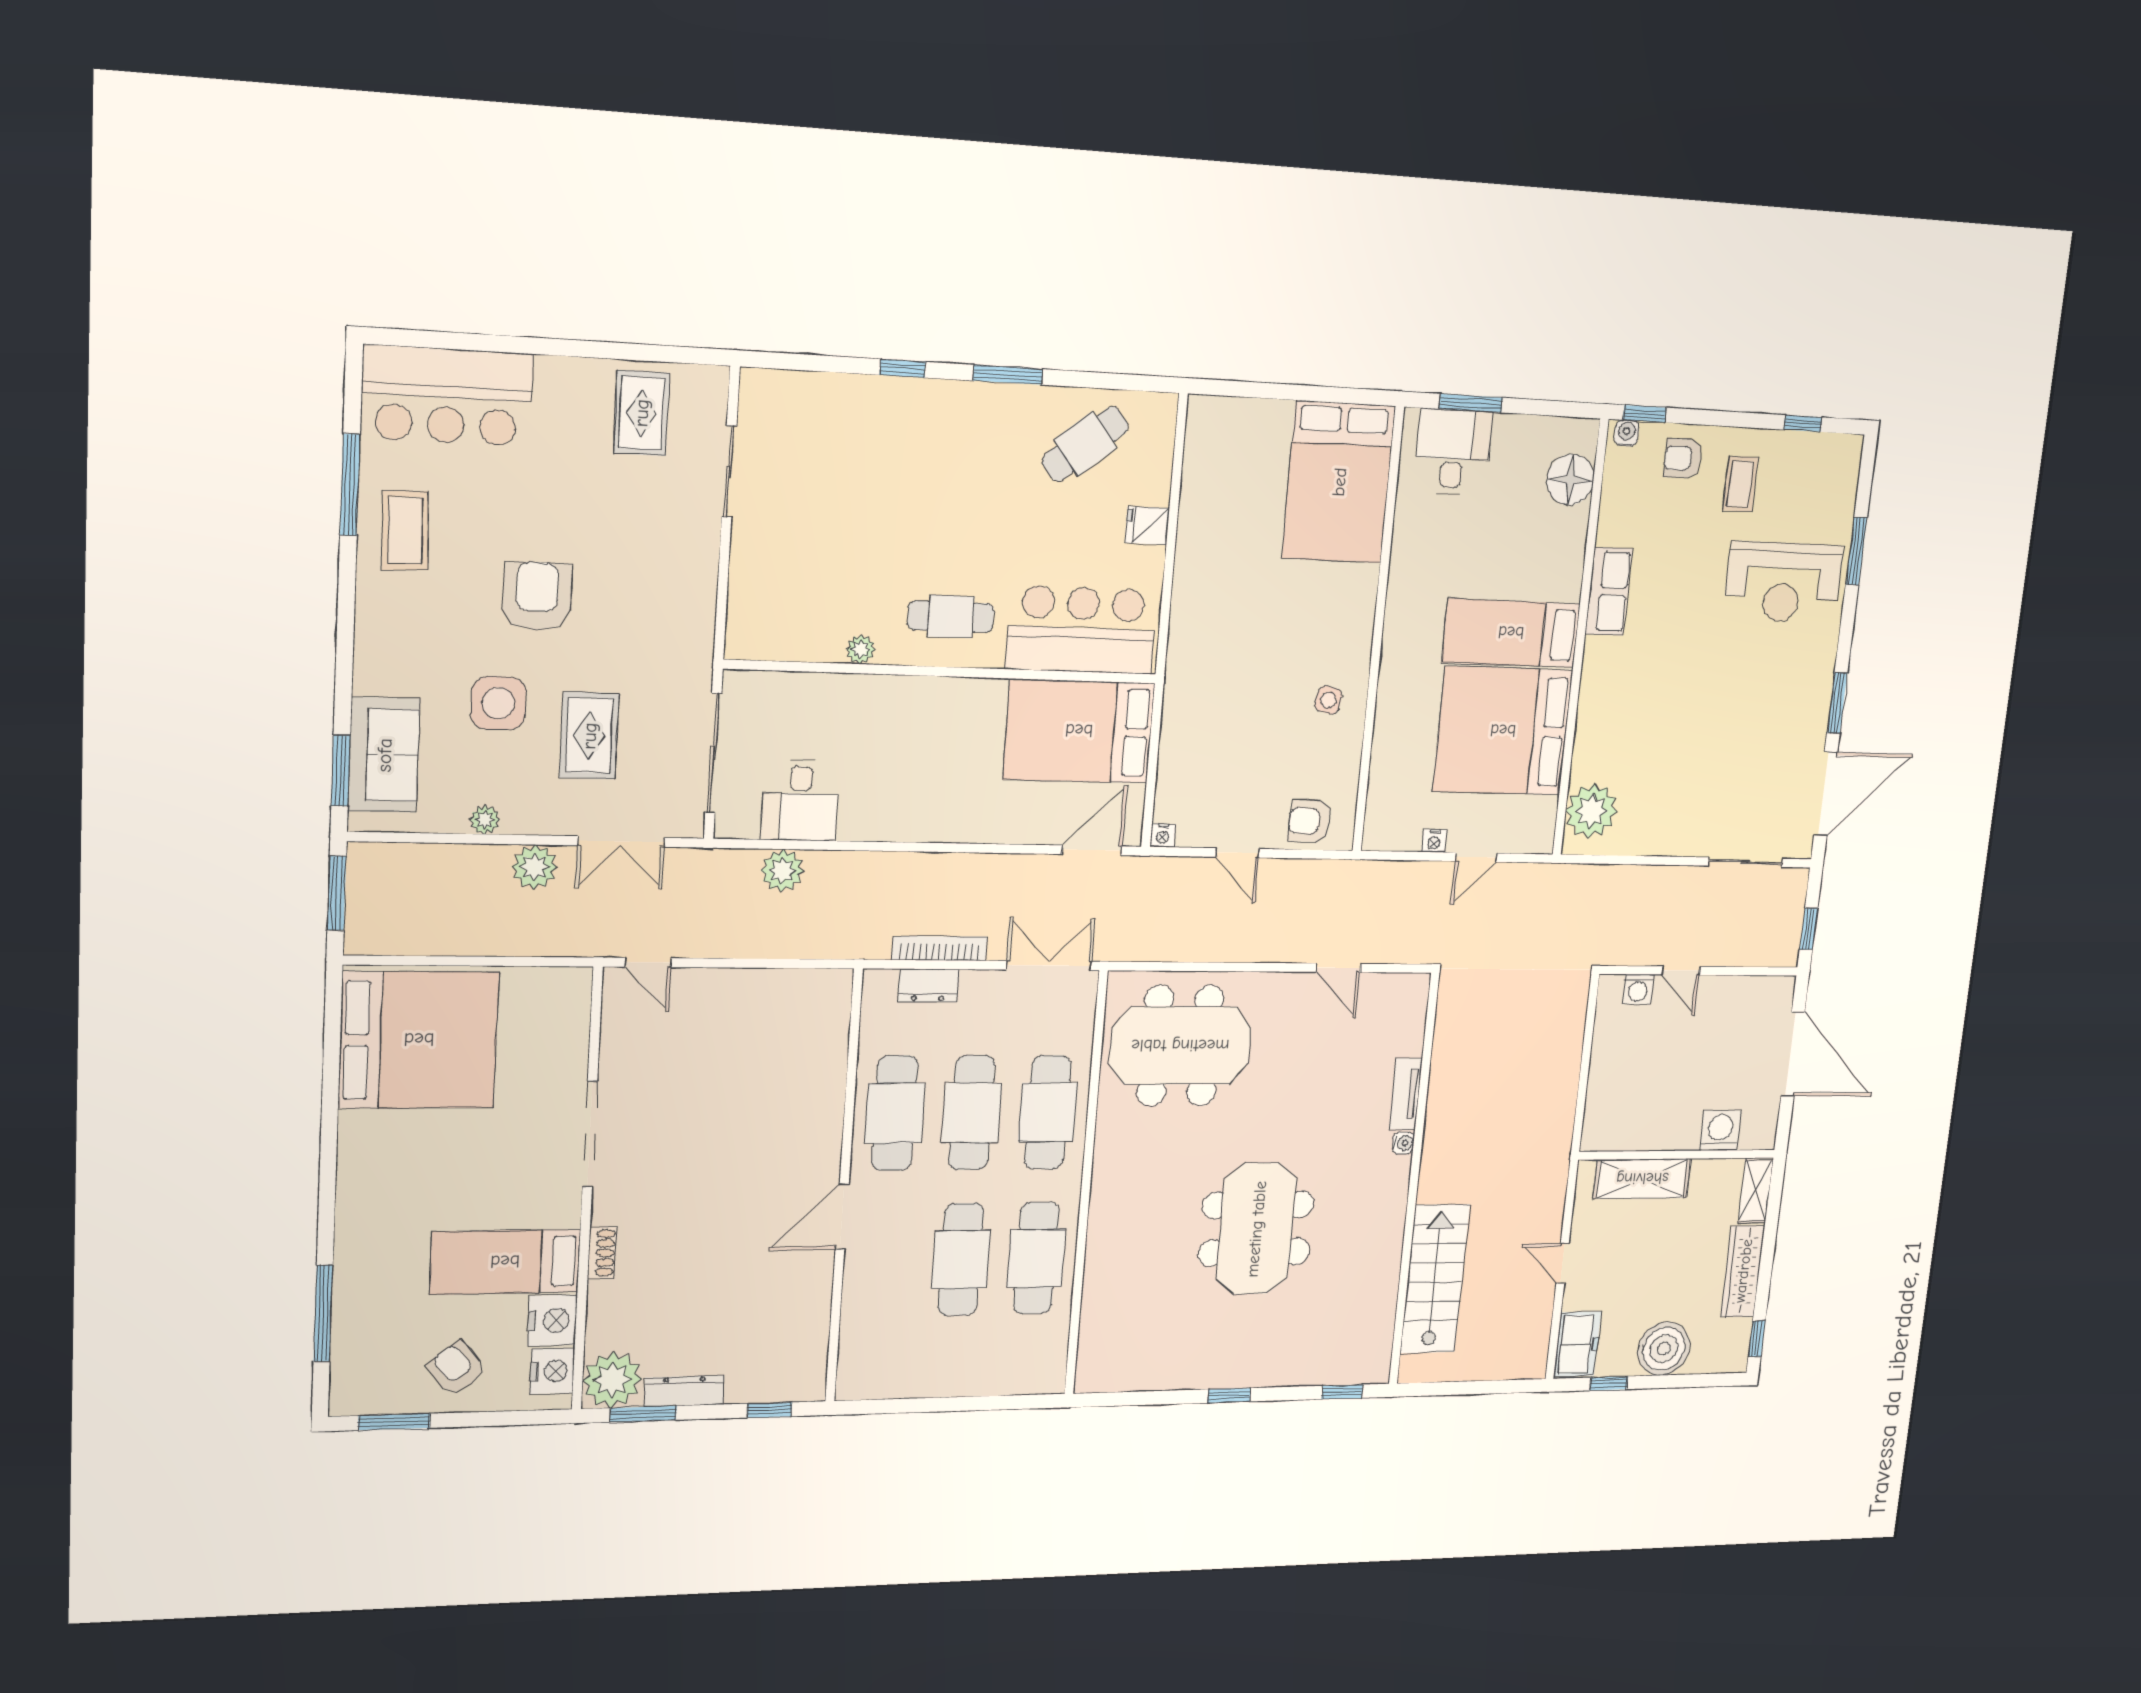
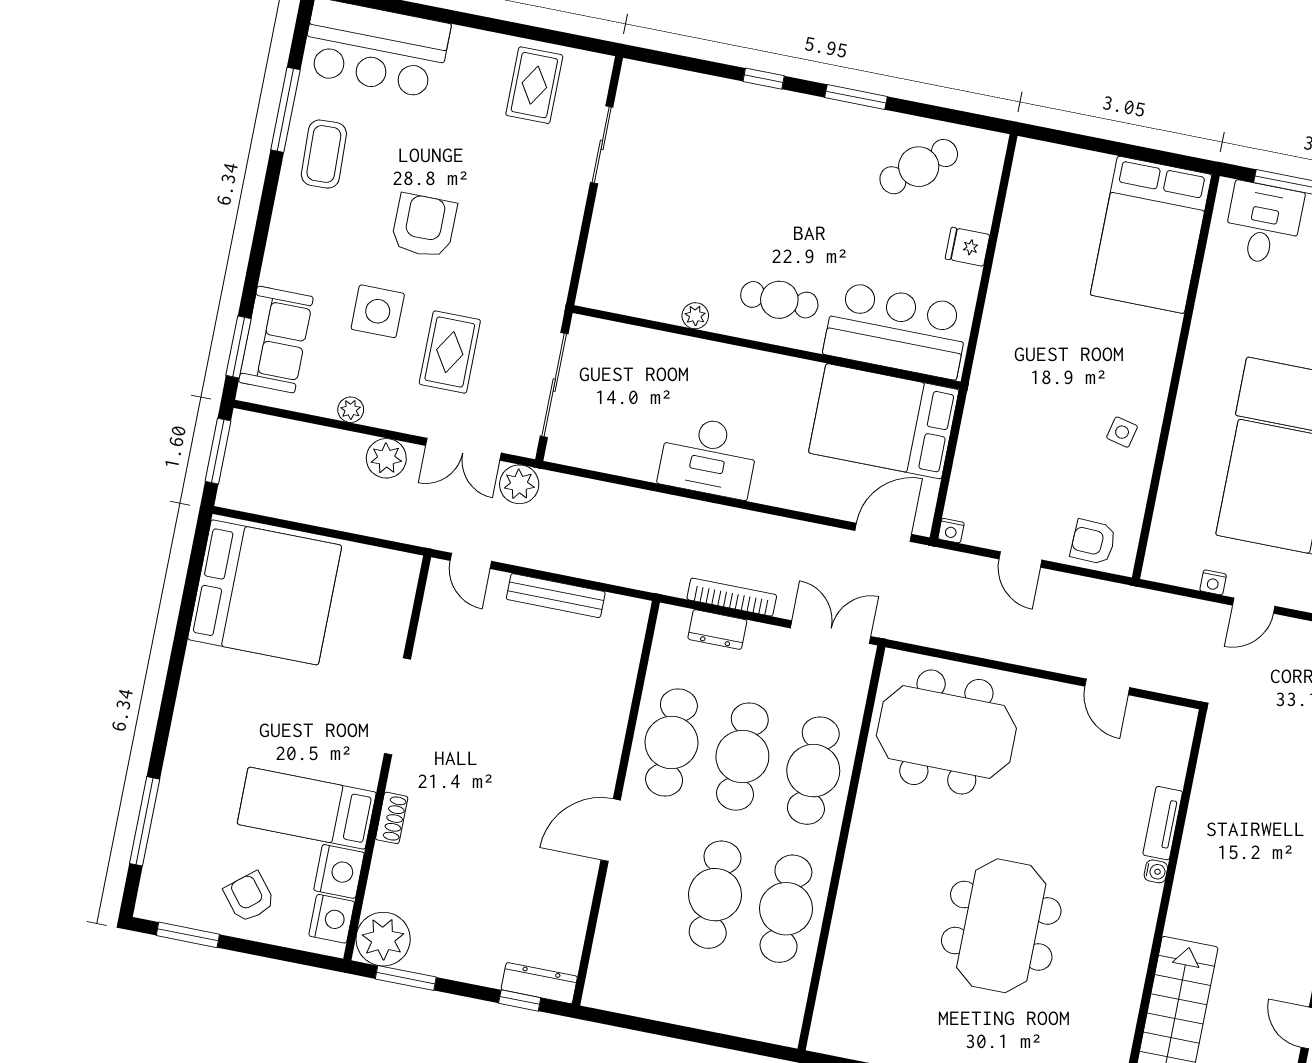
desk: (800, 800) -> (709, 457), moved, width x1.37
plant: (782, 871) -> (519, 484), moved
bench: (748, 982) -> (556, 596), added
dresser: (684, 1391) -> (539, 983), moved

